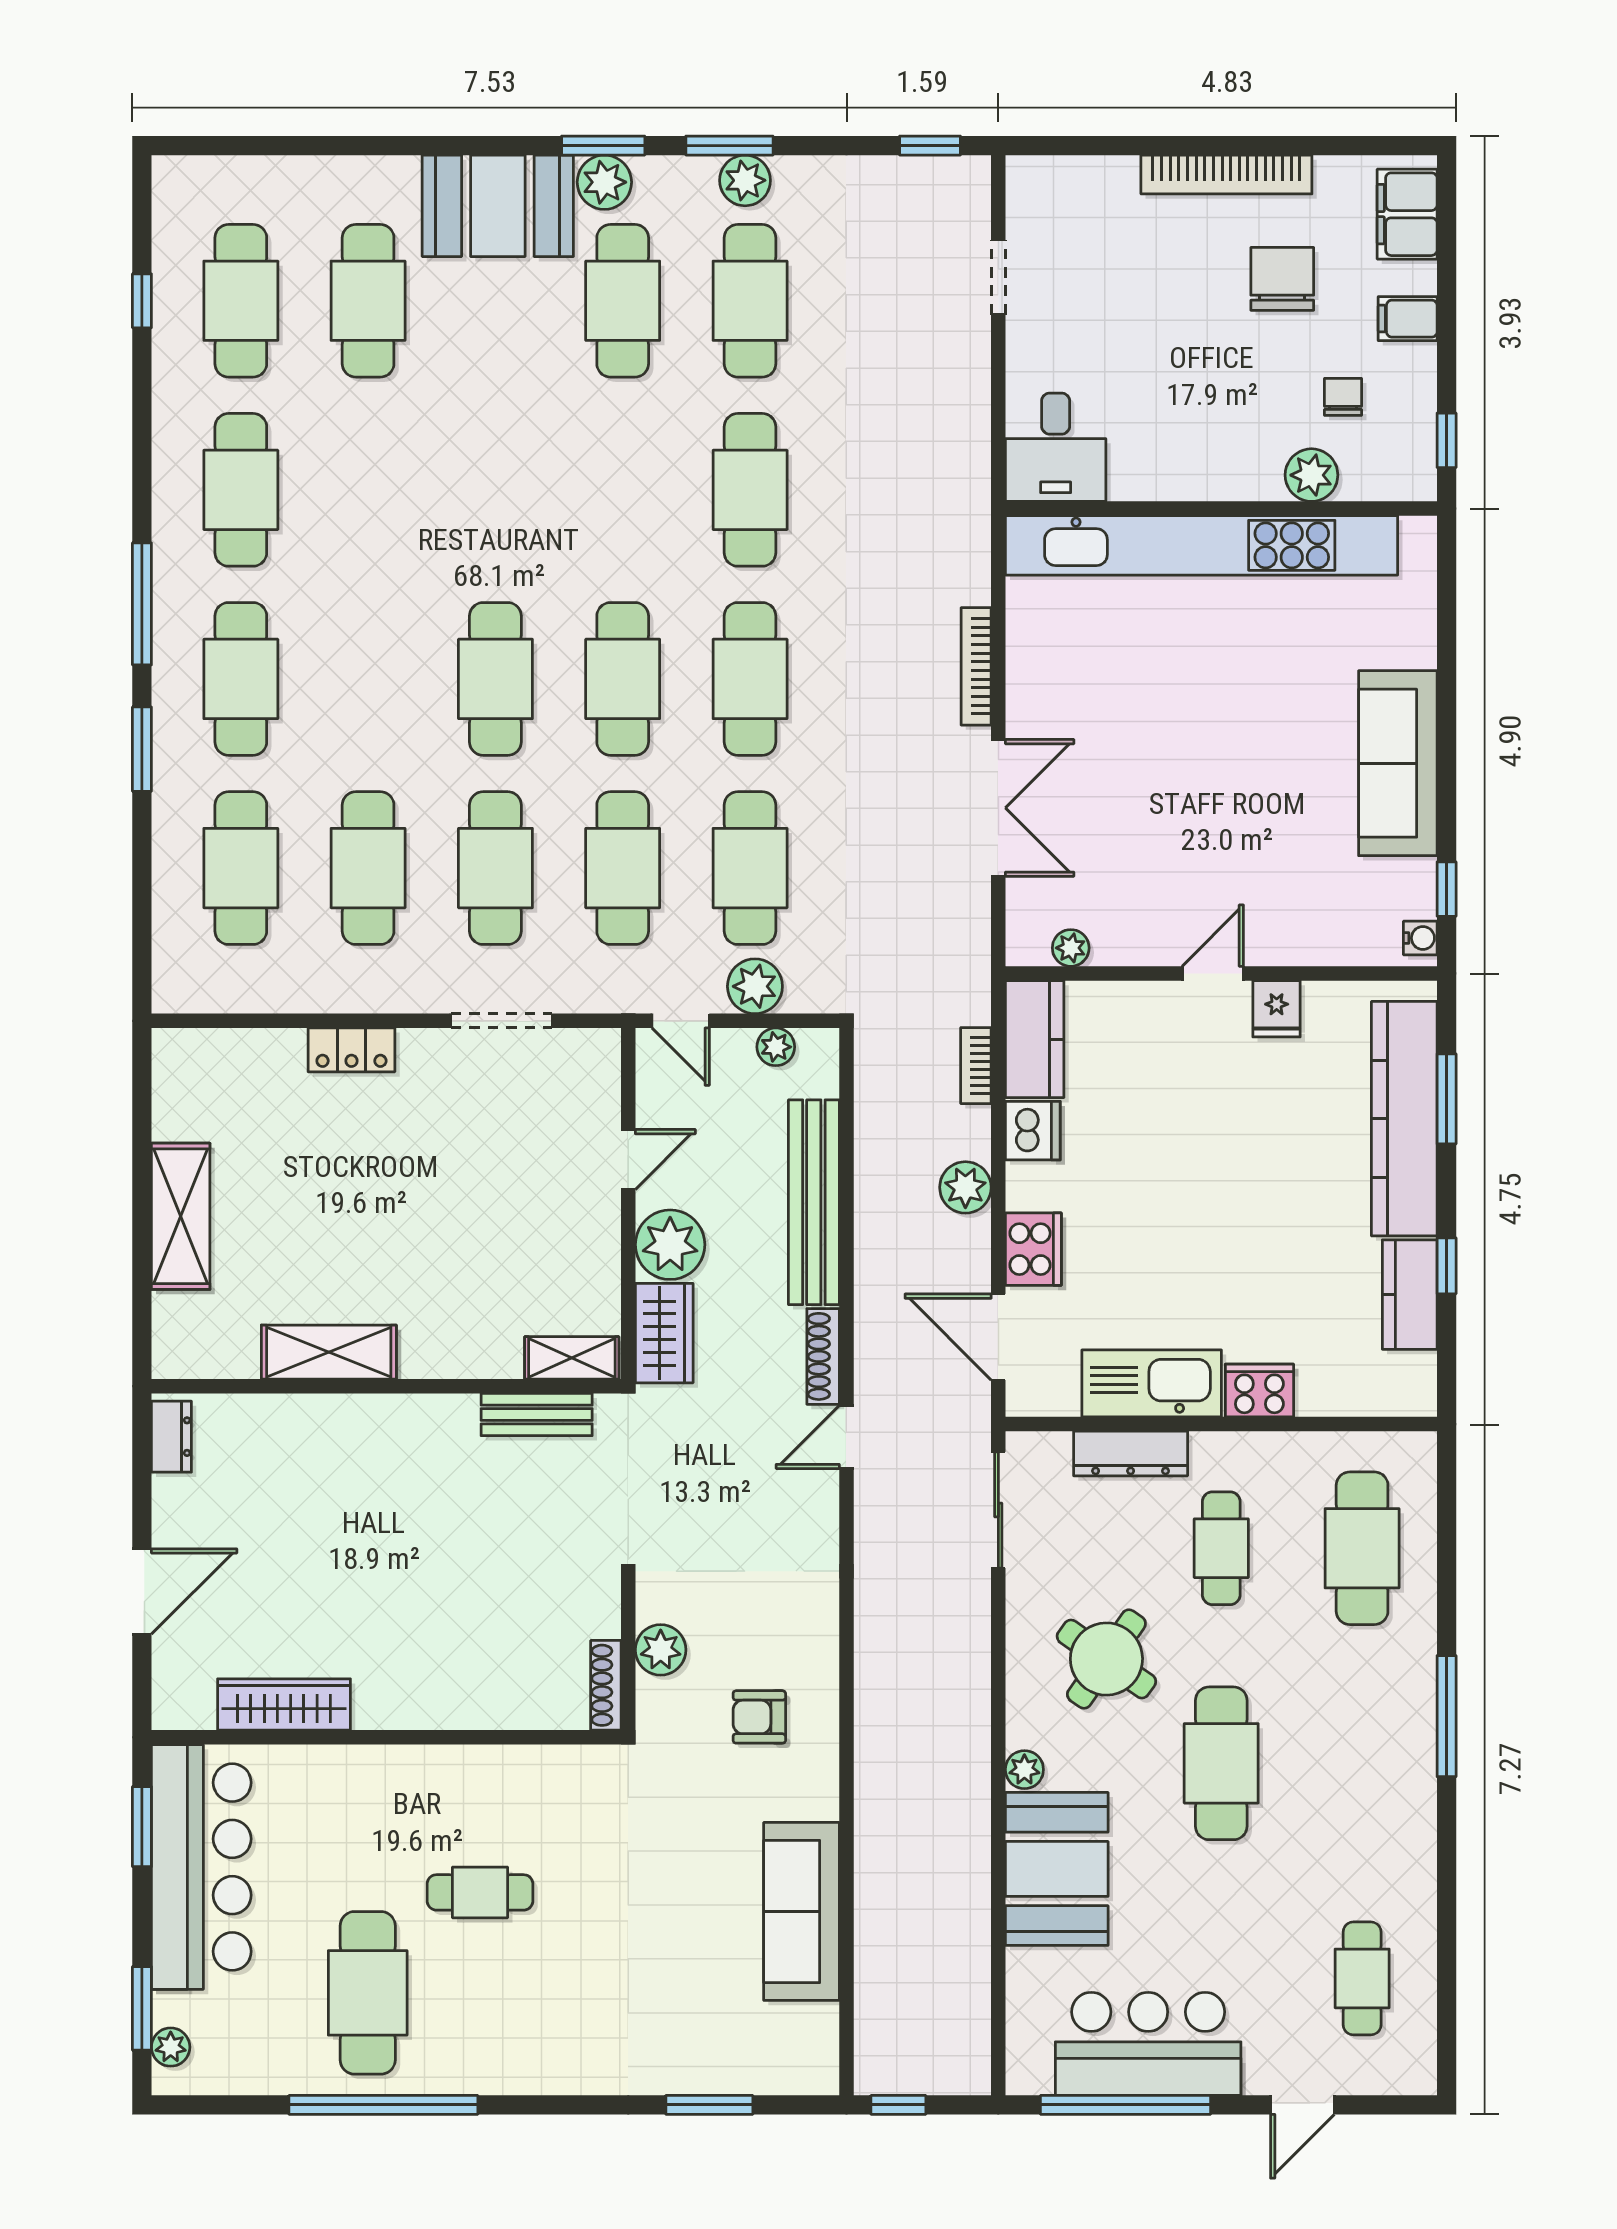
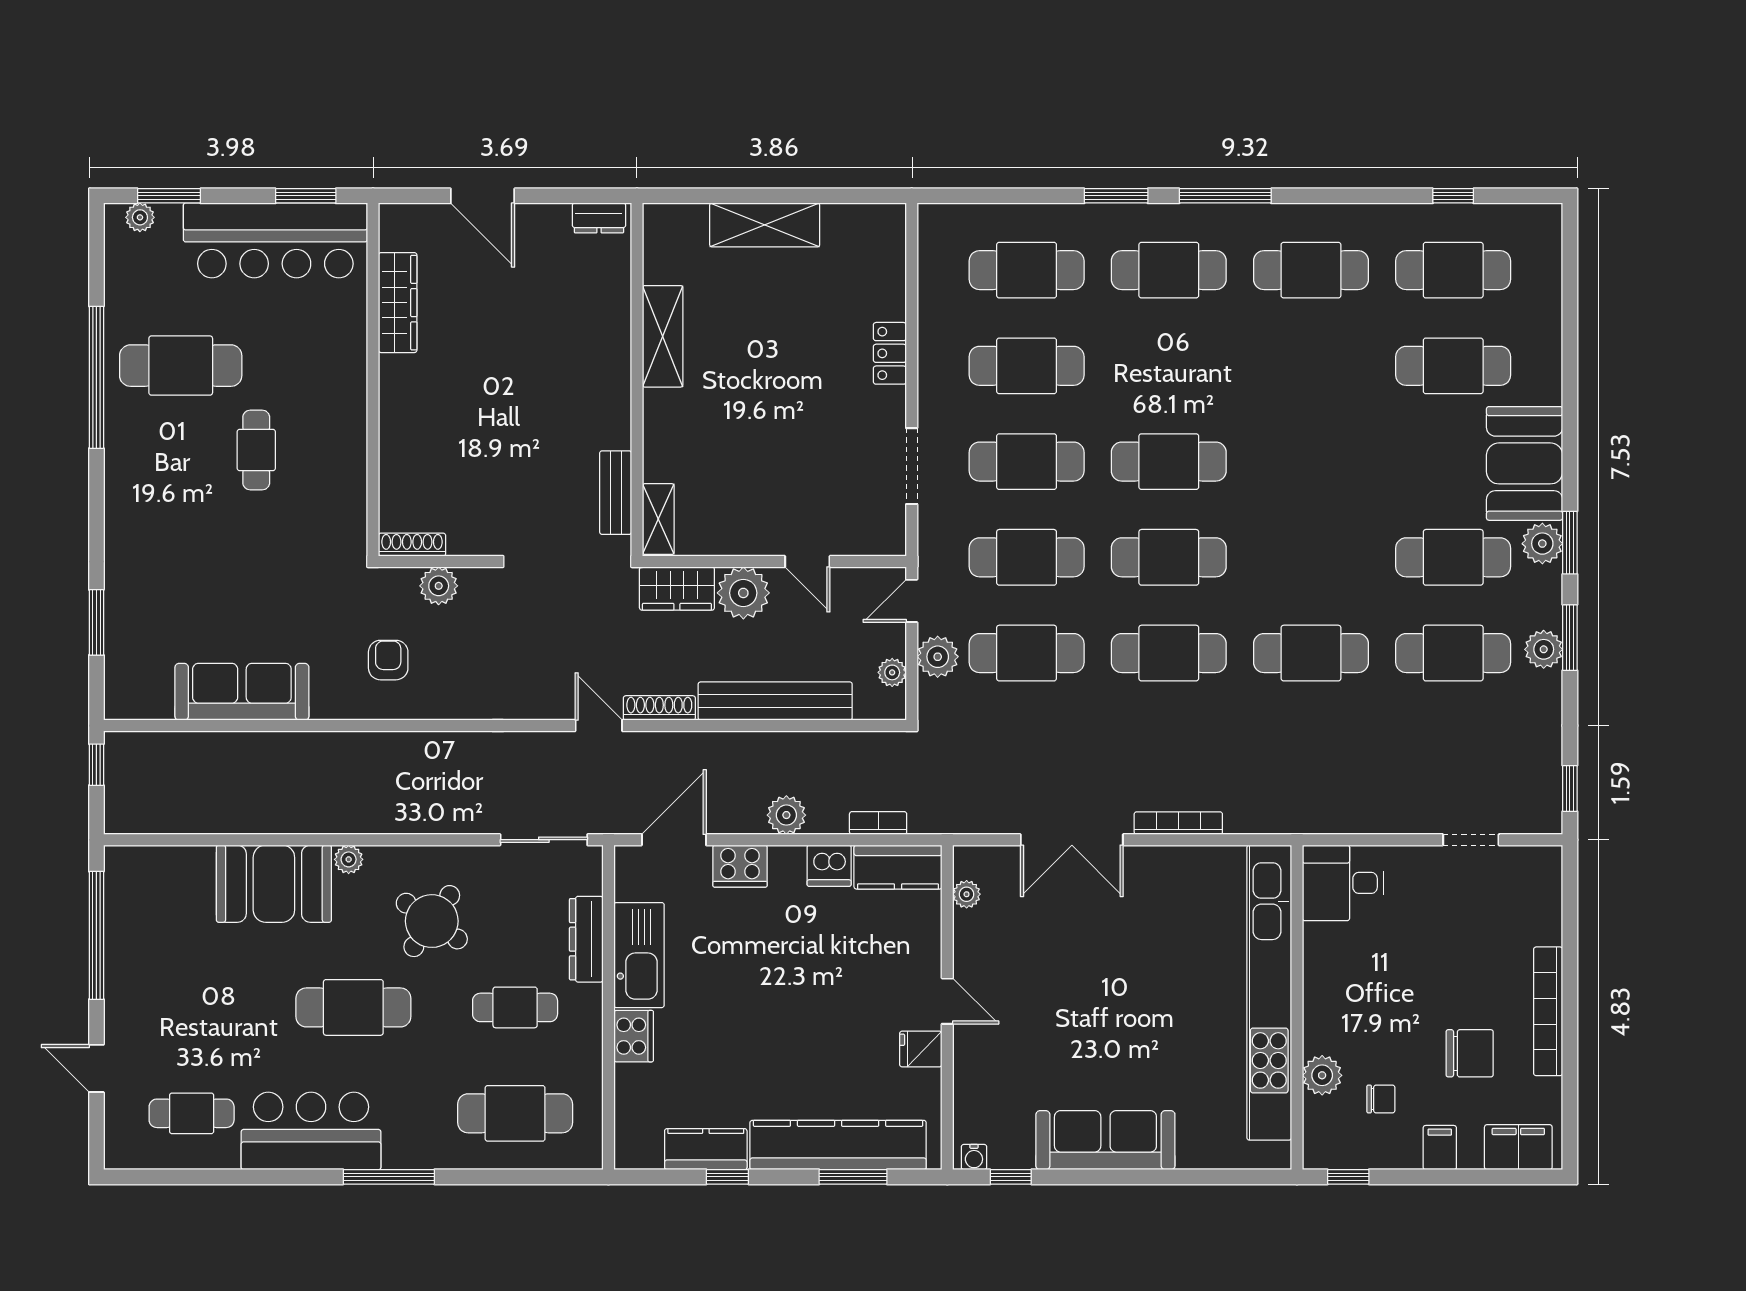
bar counter: (1148, 2044) -> (311, 1131), moved, turned -90

